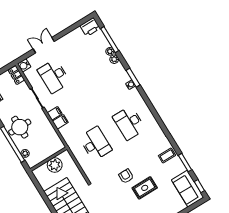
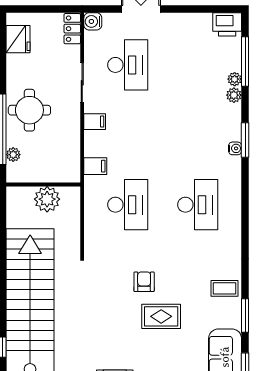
desk: (54, 76) -> (128, 65), turned 180
filing cabinet: (60, 122) -> (95, 166), moved
desk: (129, 123) -> (198, 205), turned 180

